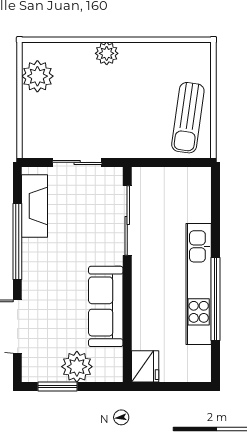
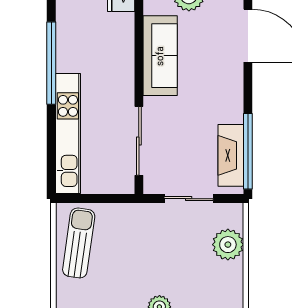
plant: (37, 76) -> (228, 245), moved
window: (17, 241) -> (248, 151), moved
kitchen unit: (199, 284) -> (68, 134), moved

